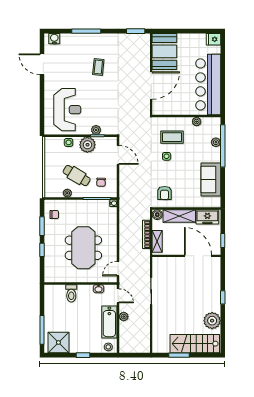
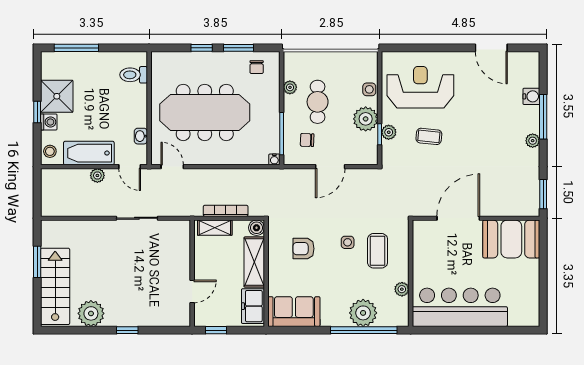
plant: (101, 38) -> (533, 141), added
water cooler: (54, 39) -> (531, 96), moved
fridge: (213, 39) -> (530, 316), removed
door: (42, 64) -> (491, 48), swing flipped
coffee table: (98, 67) -> (429, 136), moved
door: (151, 85) -> (458, 218), swing flipped
reception desk: (67, 110) -> (420, 87), turned 180
plant: (216, 142) -> (363, 313), width x1.88, depth x1.88
door: (118, 155) -> (330, 167), moved
cafe table: (77, 176) -> (318, 102), turned -31
sofa: (211, 180) -> (294, 312), moved
armchair: (165, 193) -> (303, 249), moved
meeting table: (83, 248) -> (205, 112), width x1.36
door: (198, 256) -> (192, 291), width x0.53
toilet: (71, 293) -> (134, 75), moved
door: (118, 296) -> (130, 167), hinge flipped
shower: (58, 343) -> (57, 96), moved
washing machine: (89, 348) -> (49, 122), added

